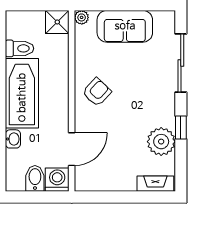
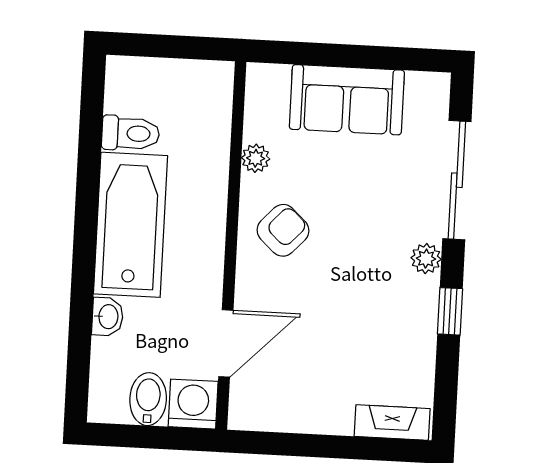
plant: (82, 17) -> (256, 158), moved
shower: (57, 22) -> (210, 84), removed
plant: (161, 142) -> (426, 259), moved, width x0.53, depth x0.53

